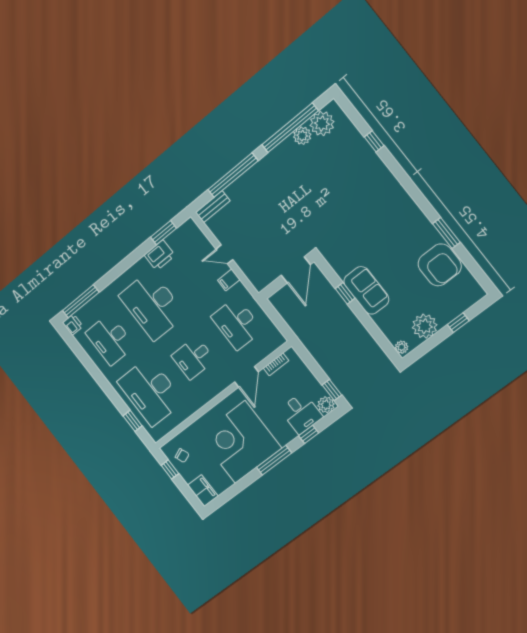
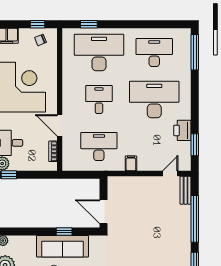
door: (224, 254) -> (170, 174), moved
sofa: (366, 290) -> (63, 246), width x1.36
printer: (73, 325) -> (184, 34), removed

